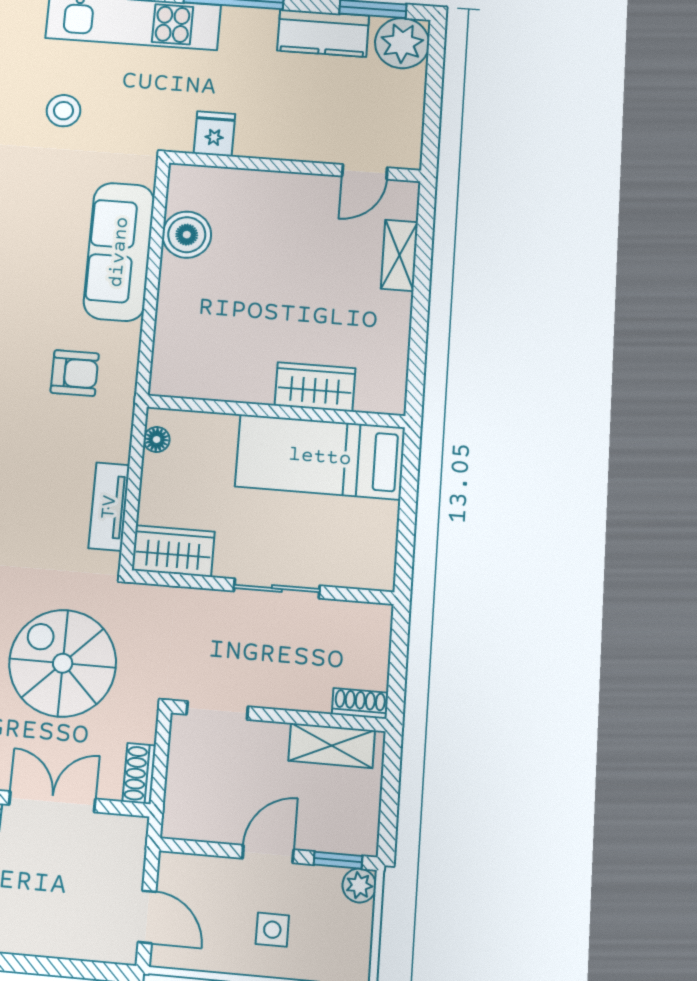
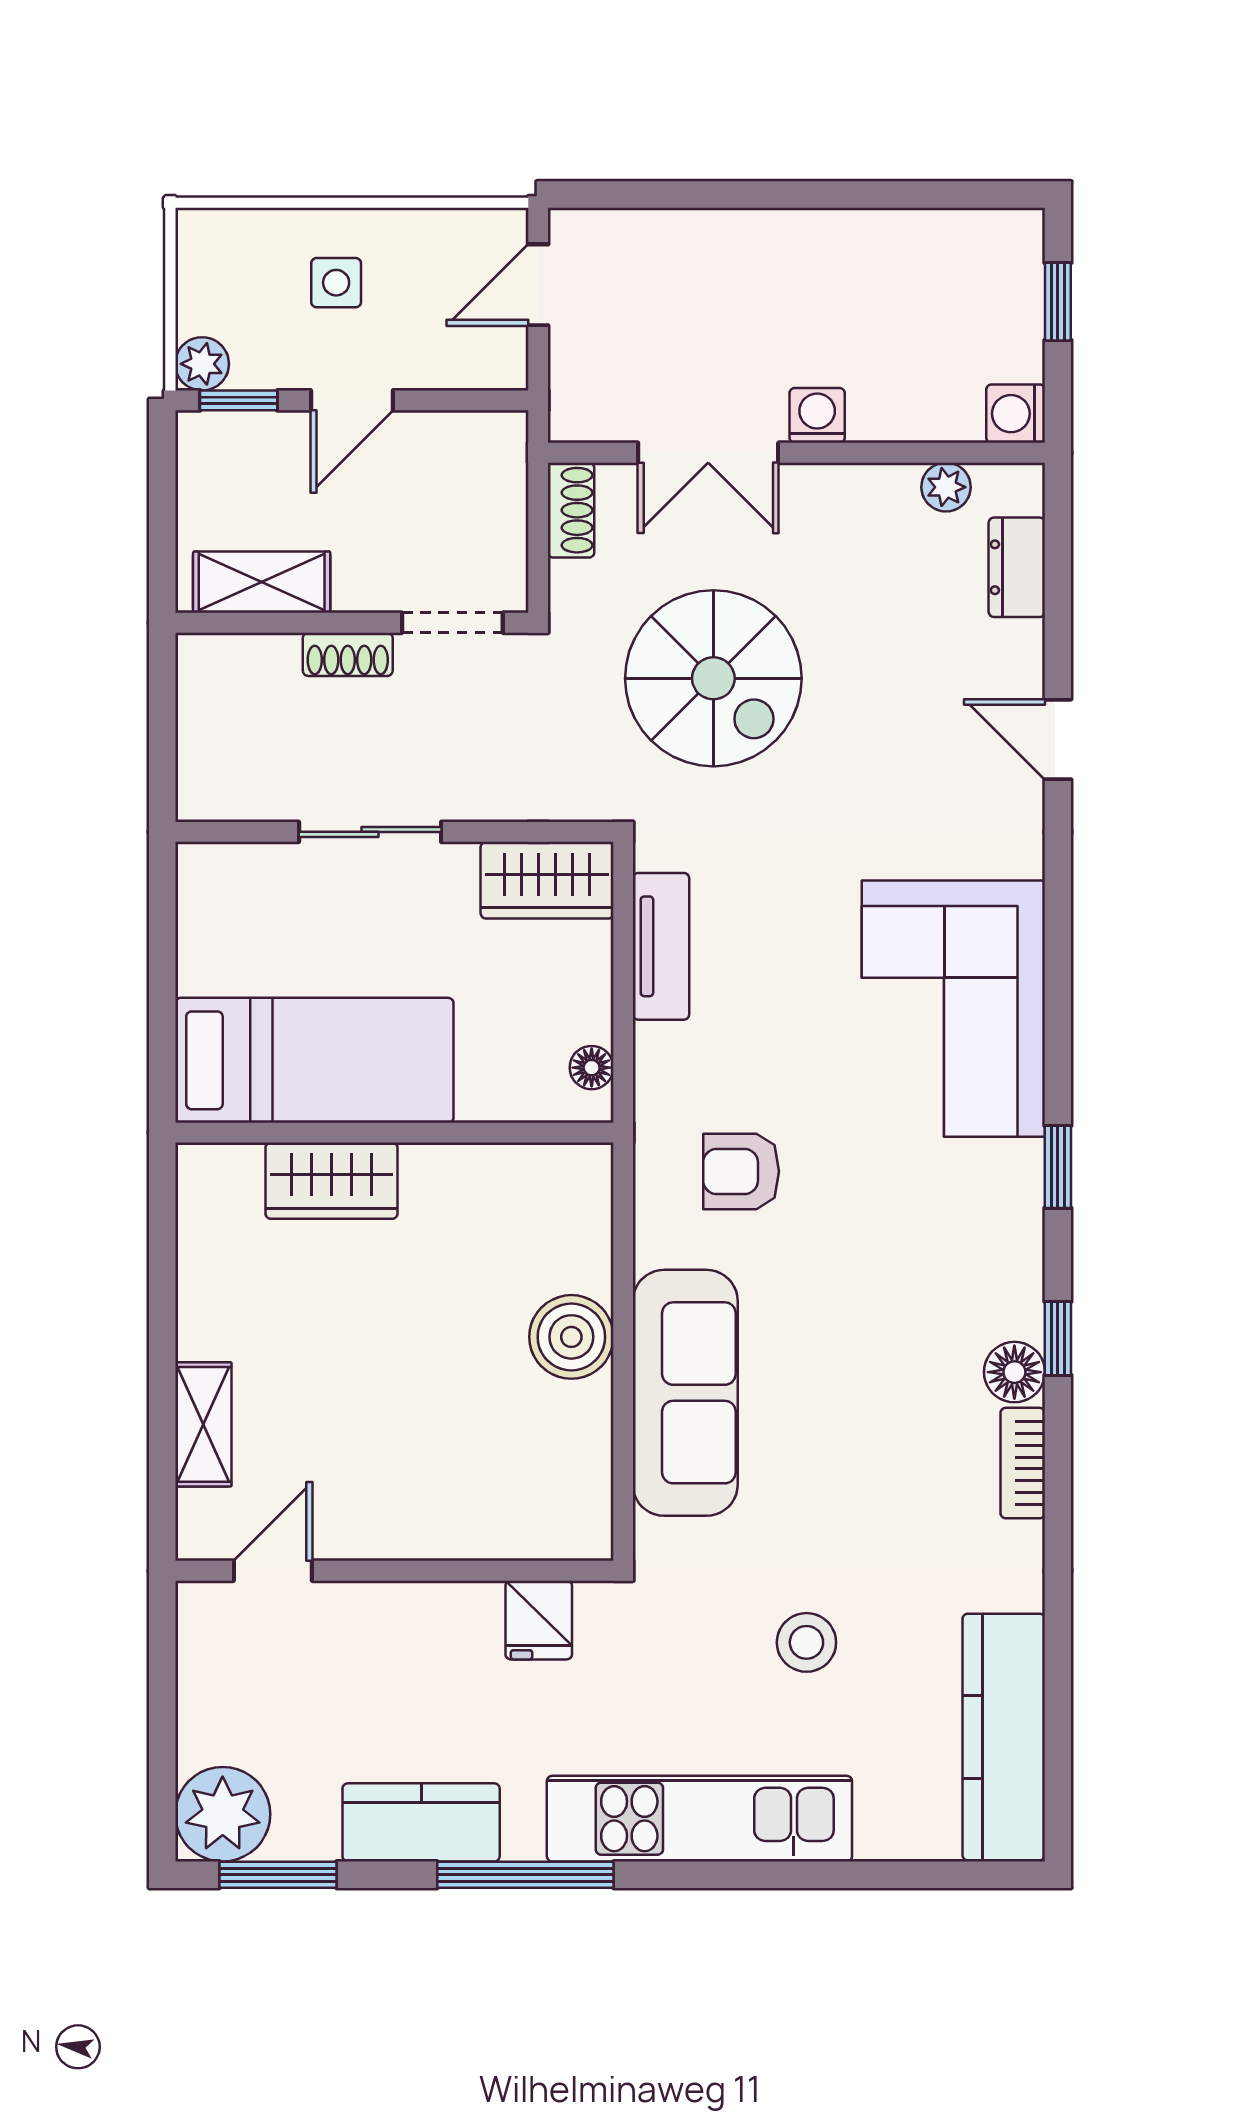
kitchen counter: (323, 33) -> (421, 1822), moved
boiler: (187, 235) -> (571, 1337), moved
shoe rack: (360, 703) -> (348, 654), moved
door: (147, 917) -> (538, 285), hinge flipped

